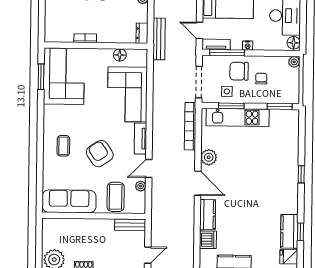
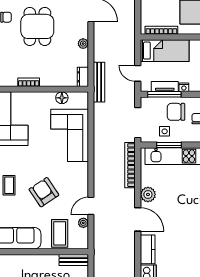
tv unit: (216, 44) -> (165, 87), moved
tv unit: (140, 139) -> (83, 177), removed

